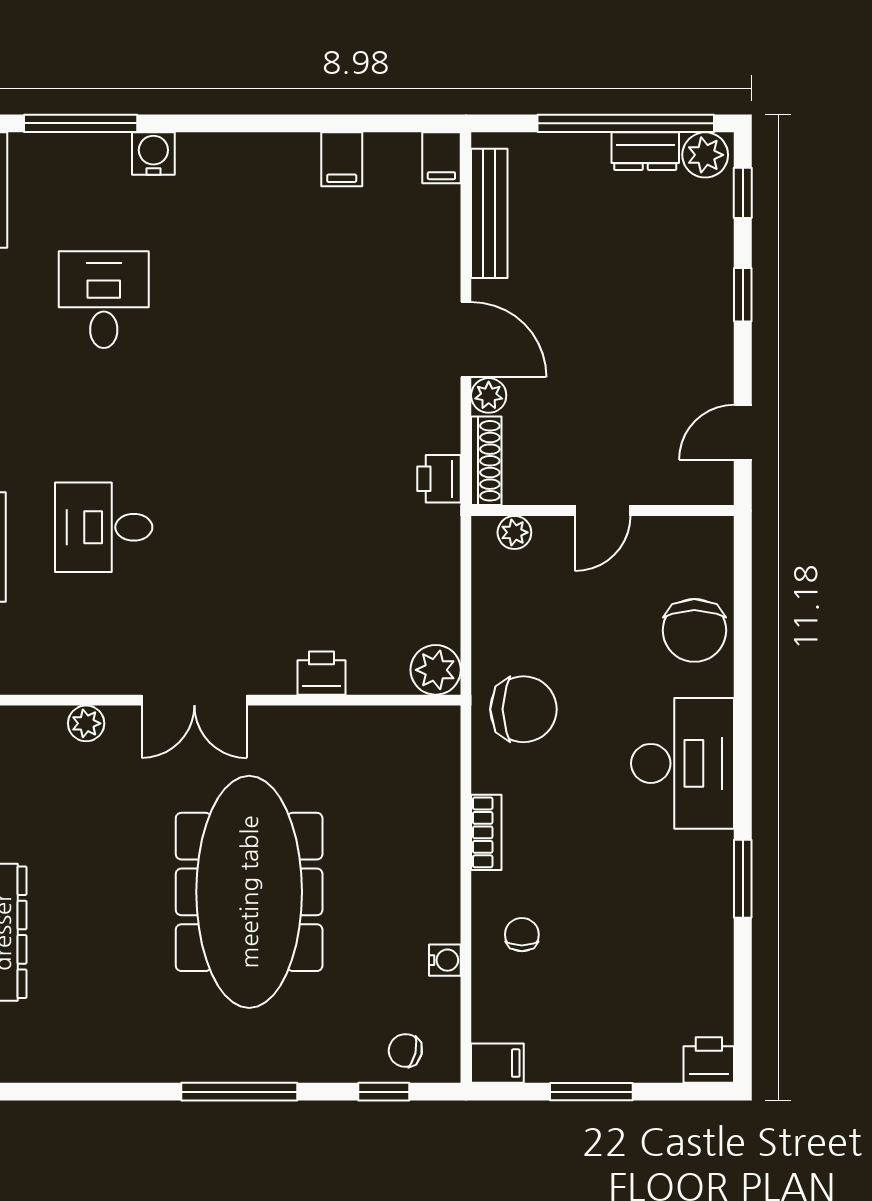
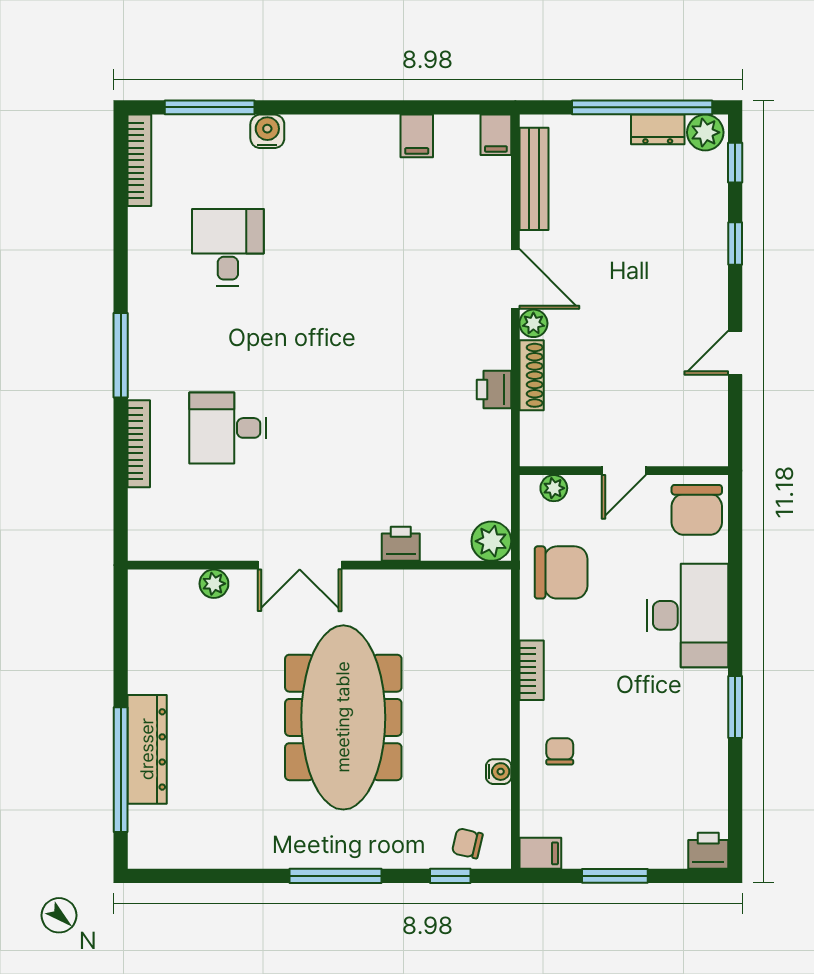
door: (603, 510) -> (624, 471), moved
wall: (603, 510) -> (624, 471), moved
plant: (514, 532) -> (554, 488), moved

